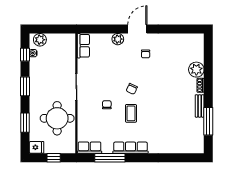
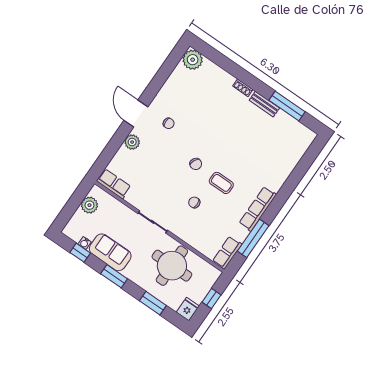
plant: (40, 40) -> (89, 205), moved
plant: (196, 70) -> (193, 60), moved
sofa: (39, 73) -> (110, 252), added

